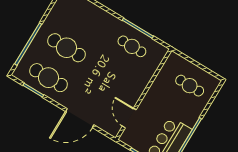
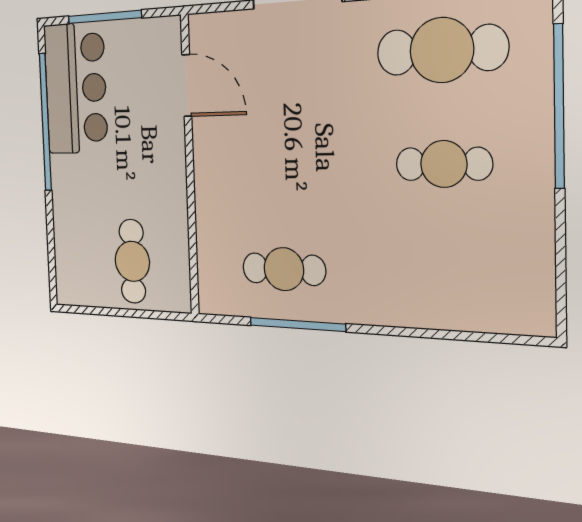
cafe table: (67, 48) -> (444, 164), width x0.73, depth x0.74
cafe table: (190, 86) -> (132, 261), moved, turned 90

